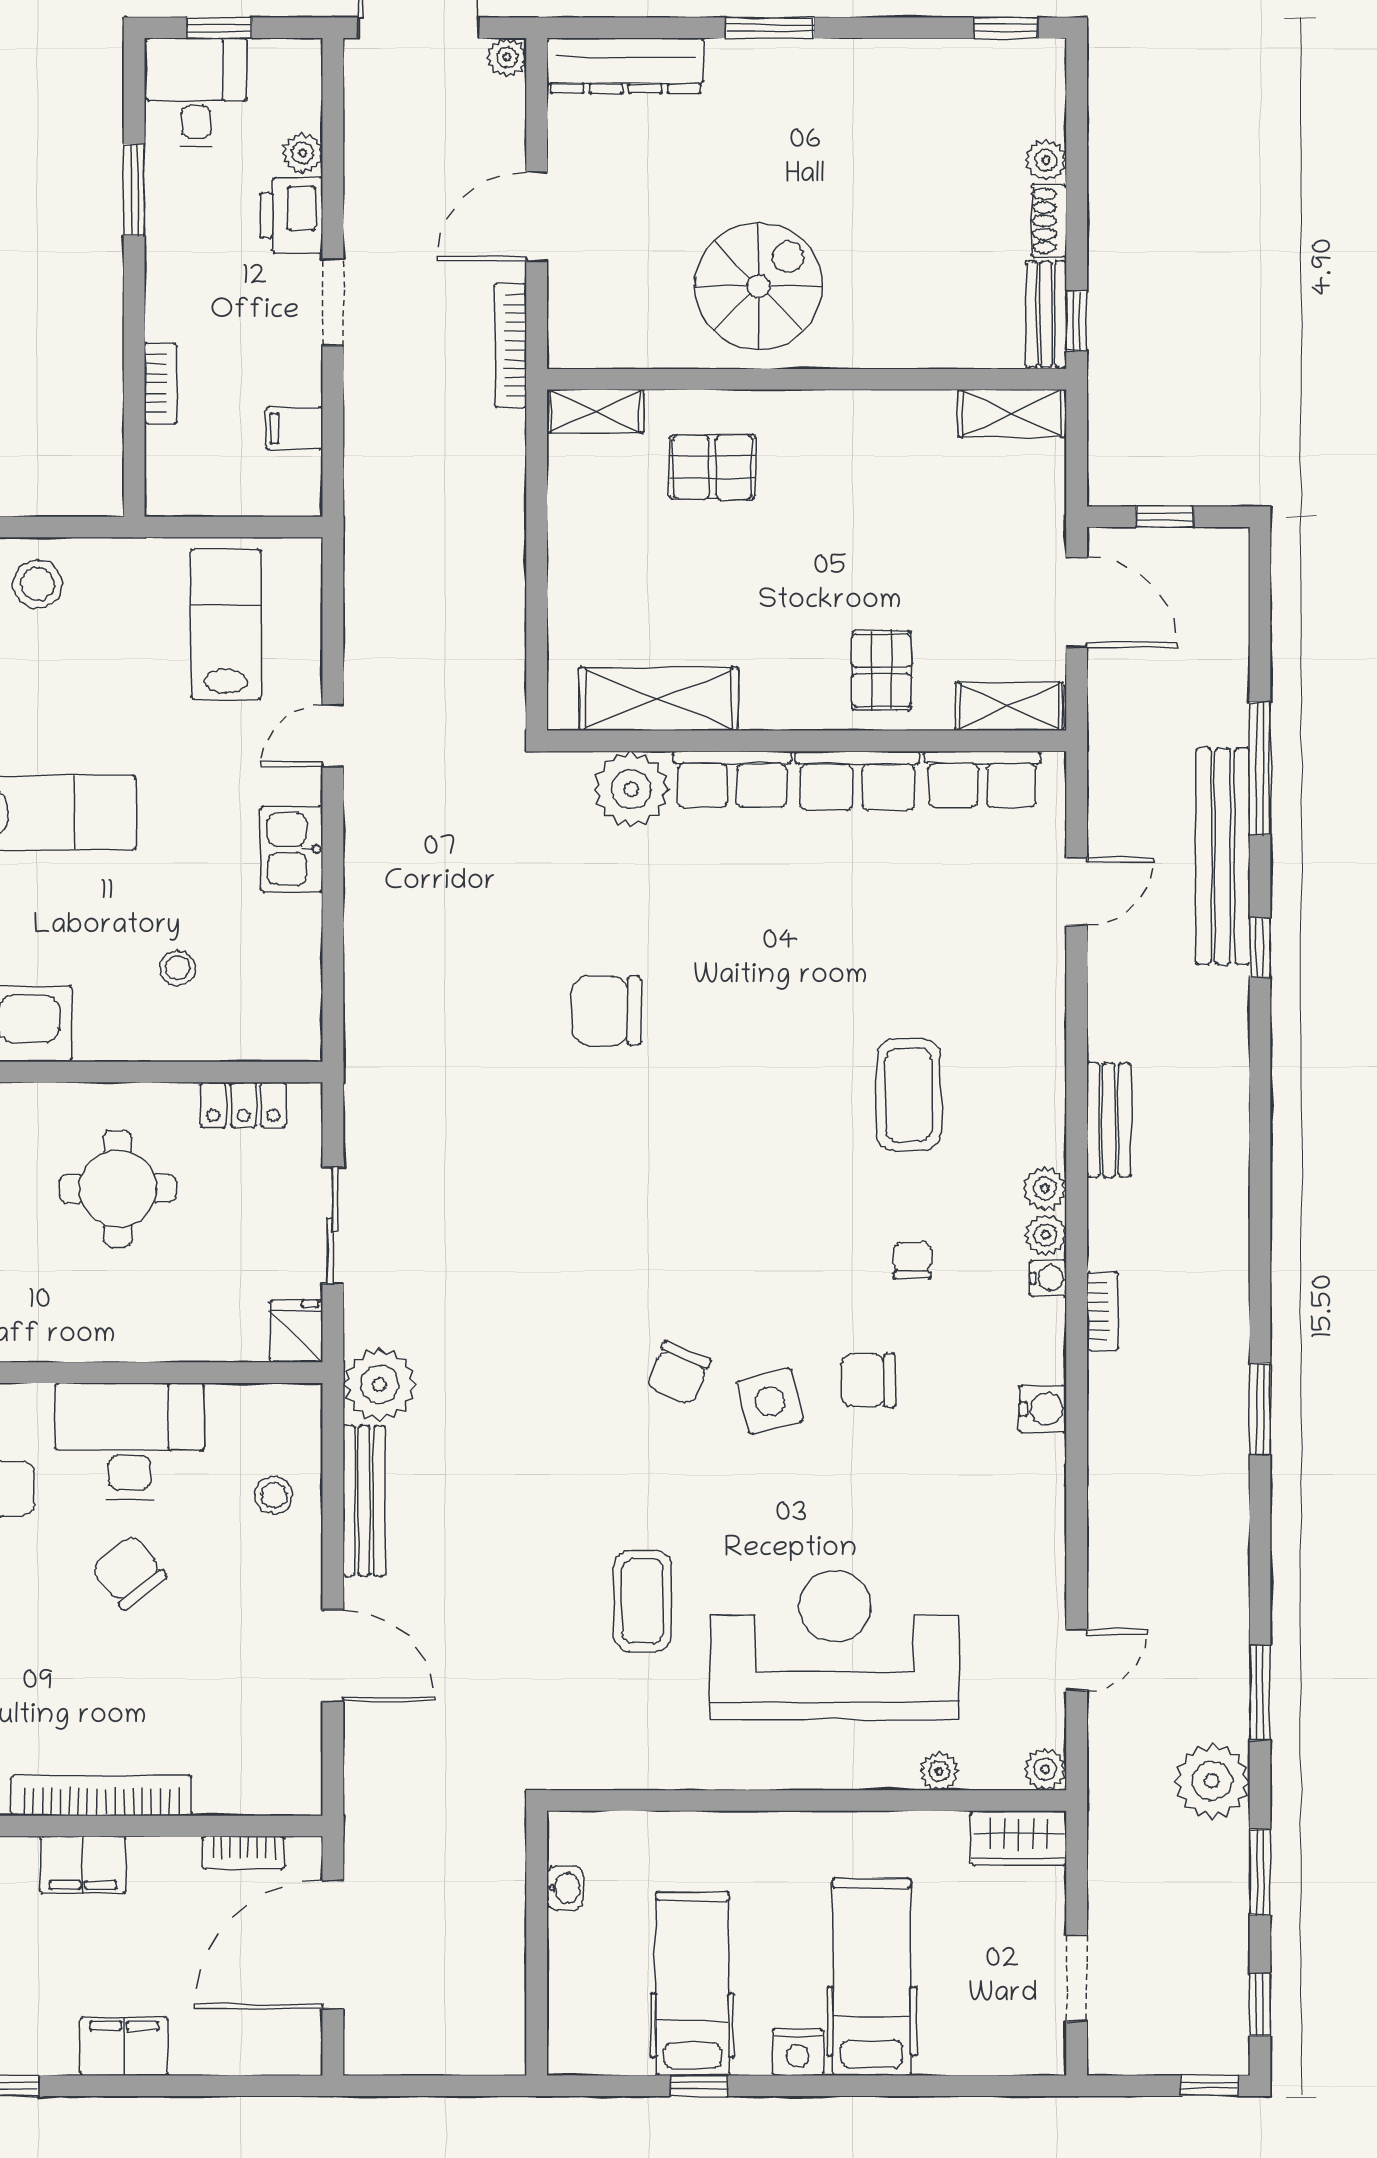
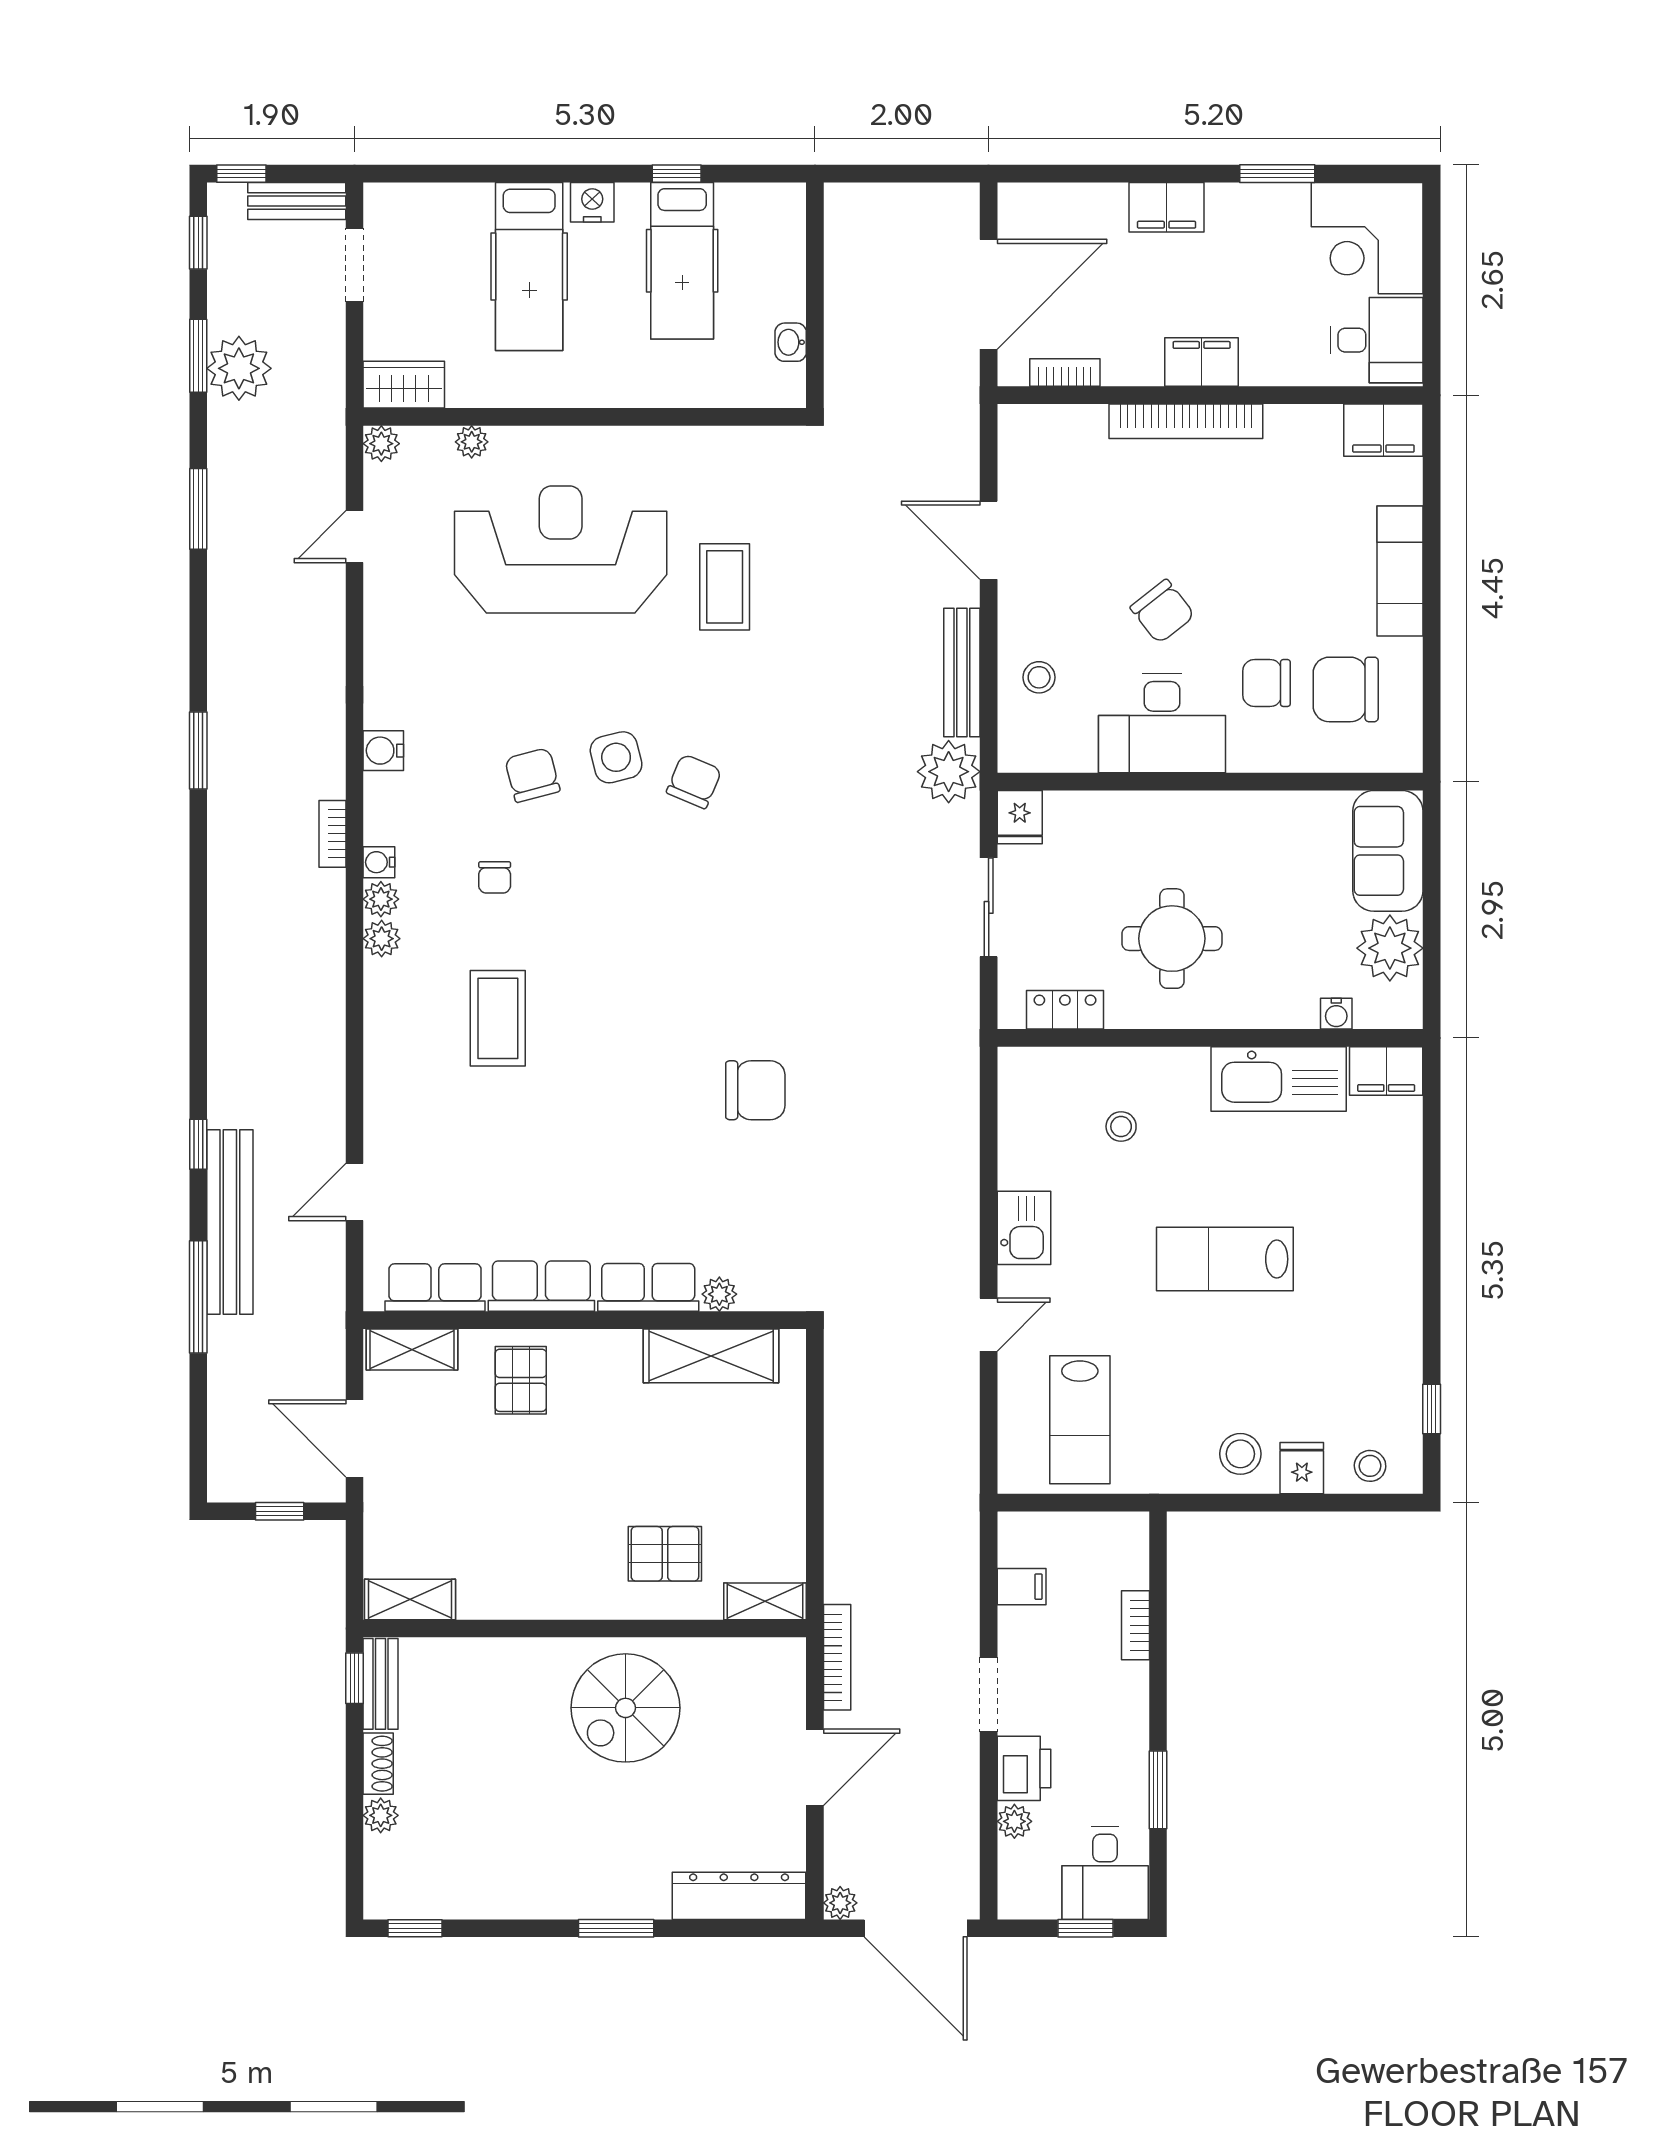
plant: (631, 789) -> (719, 1294), width x0.53, depth x0.53
bench: (1109, 1120) -> (297, 201), moved, turned 90
chair: (868, 1380) -> (532, 775), turned -105
reception desk: (835, 1645) -> (561, 549), turned 180
plant: (1212, 1781) -> (239, 368), moved

